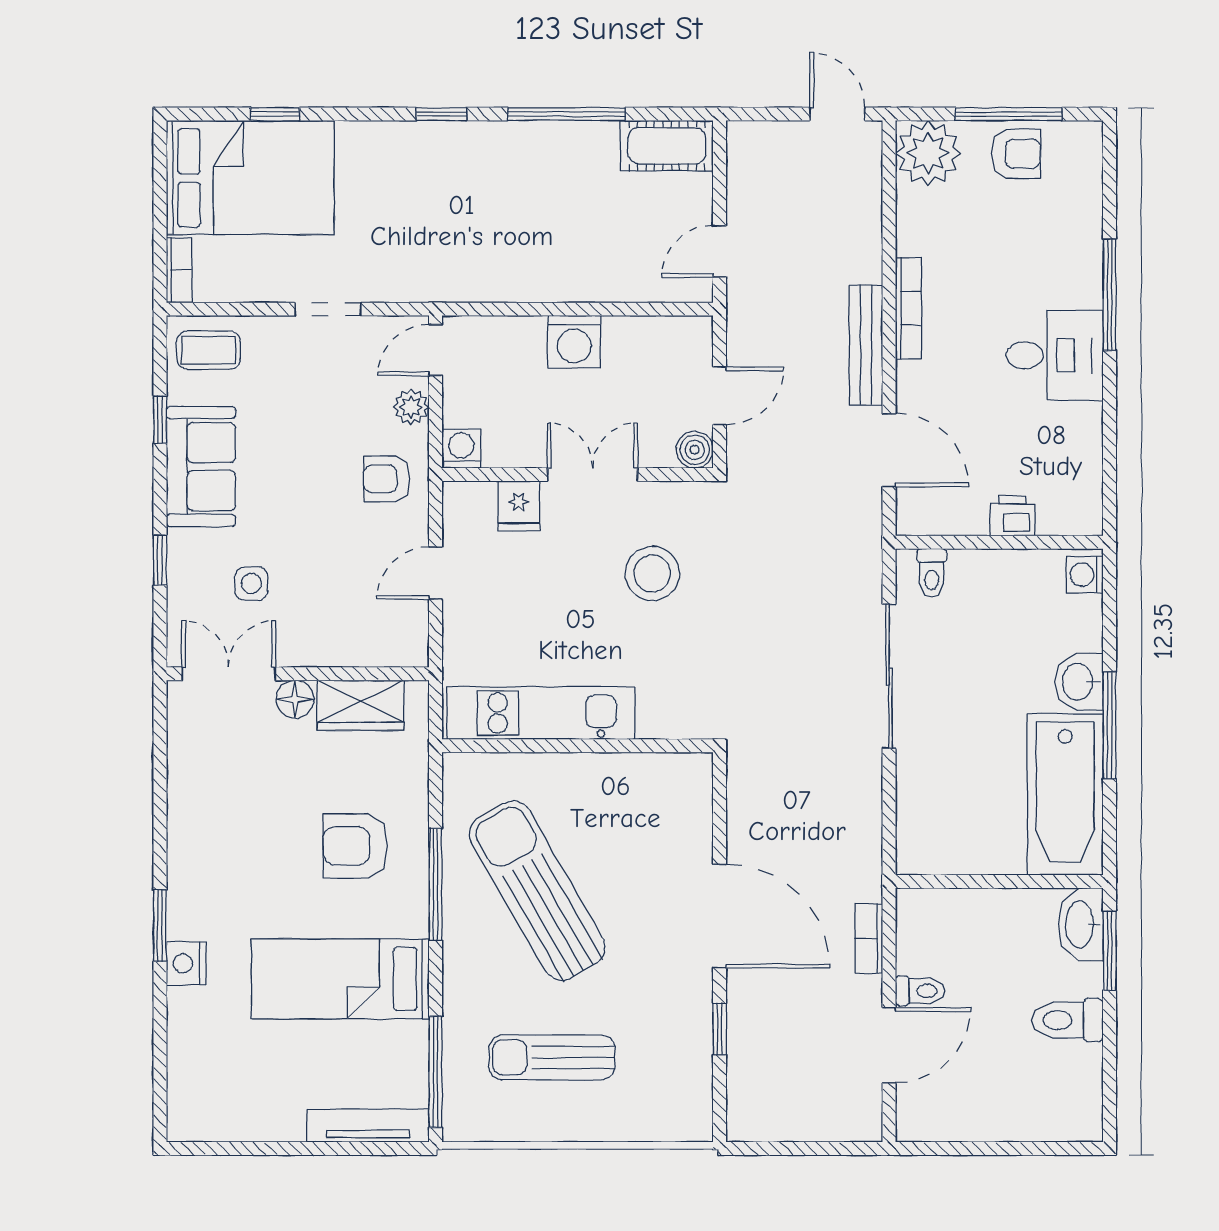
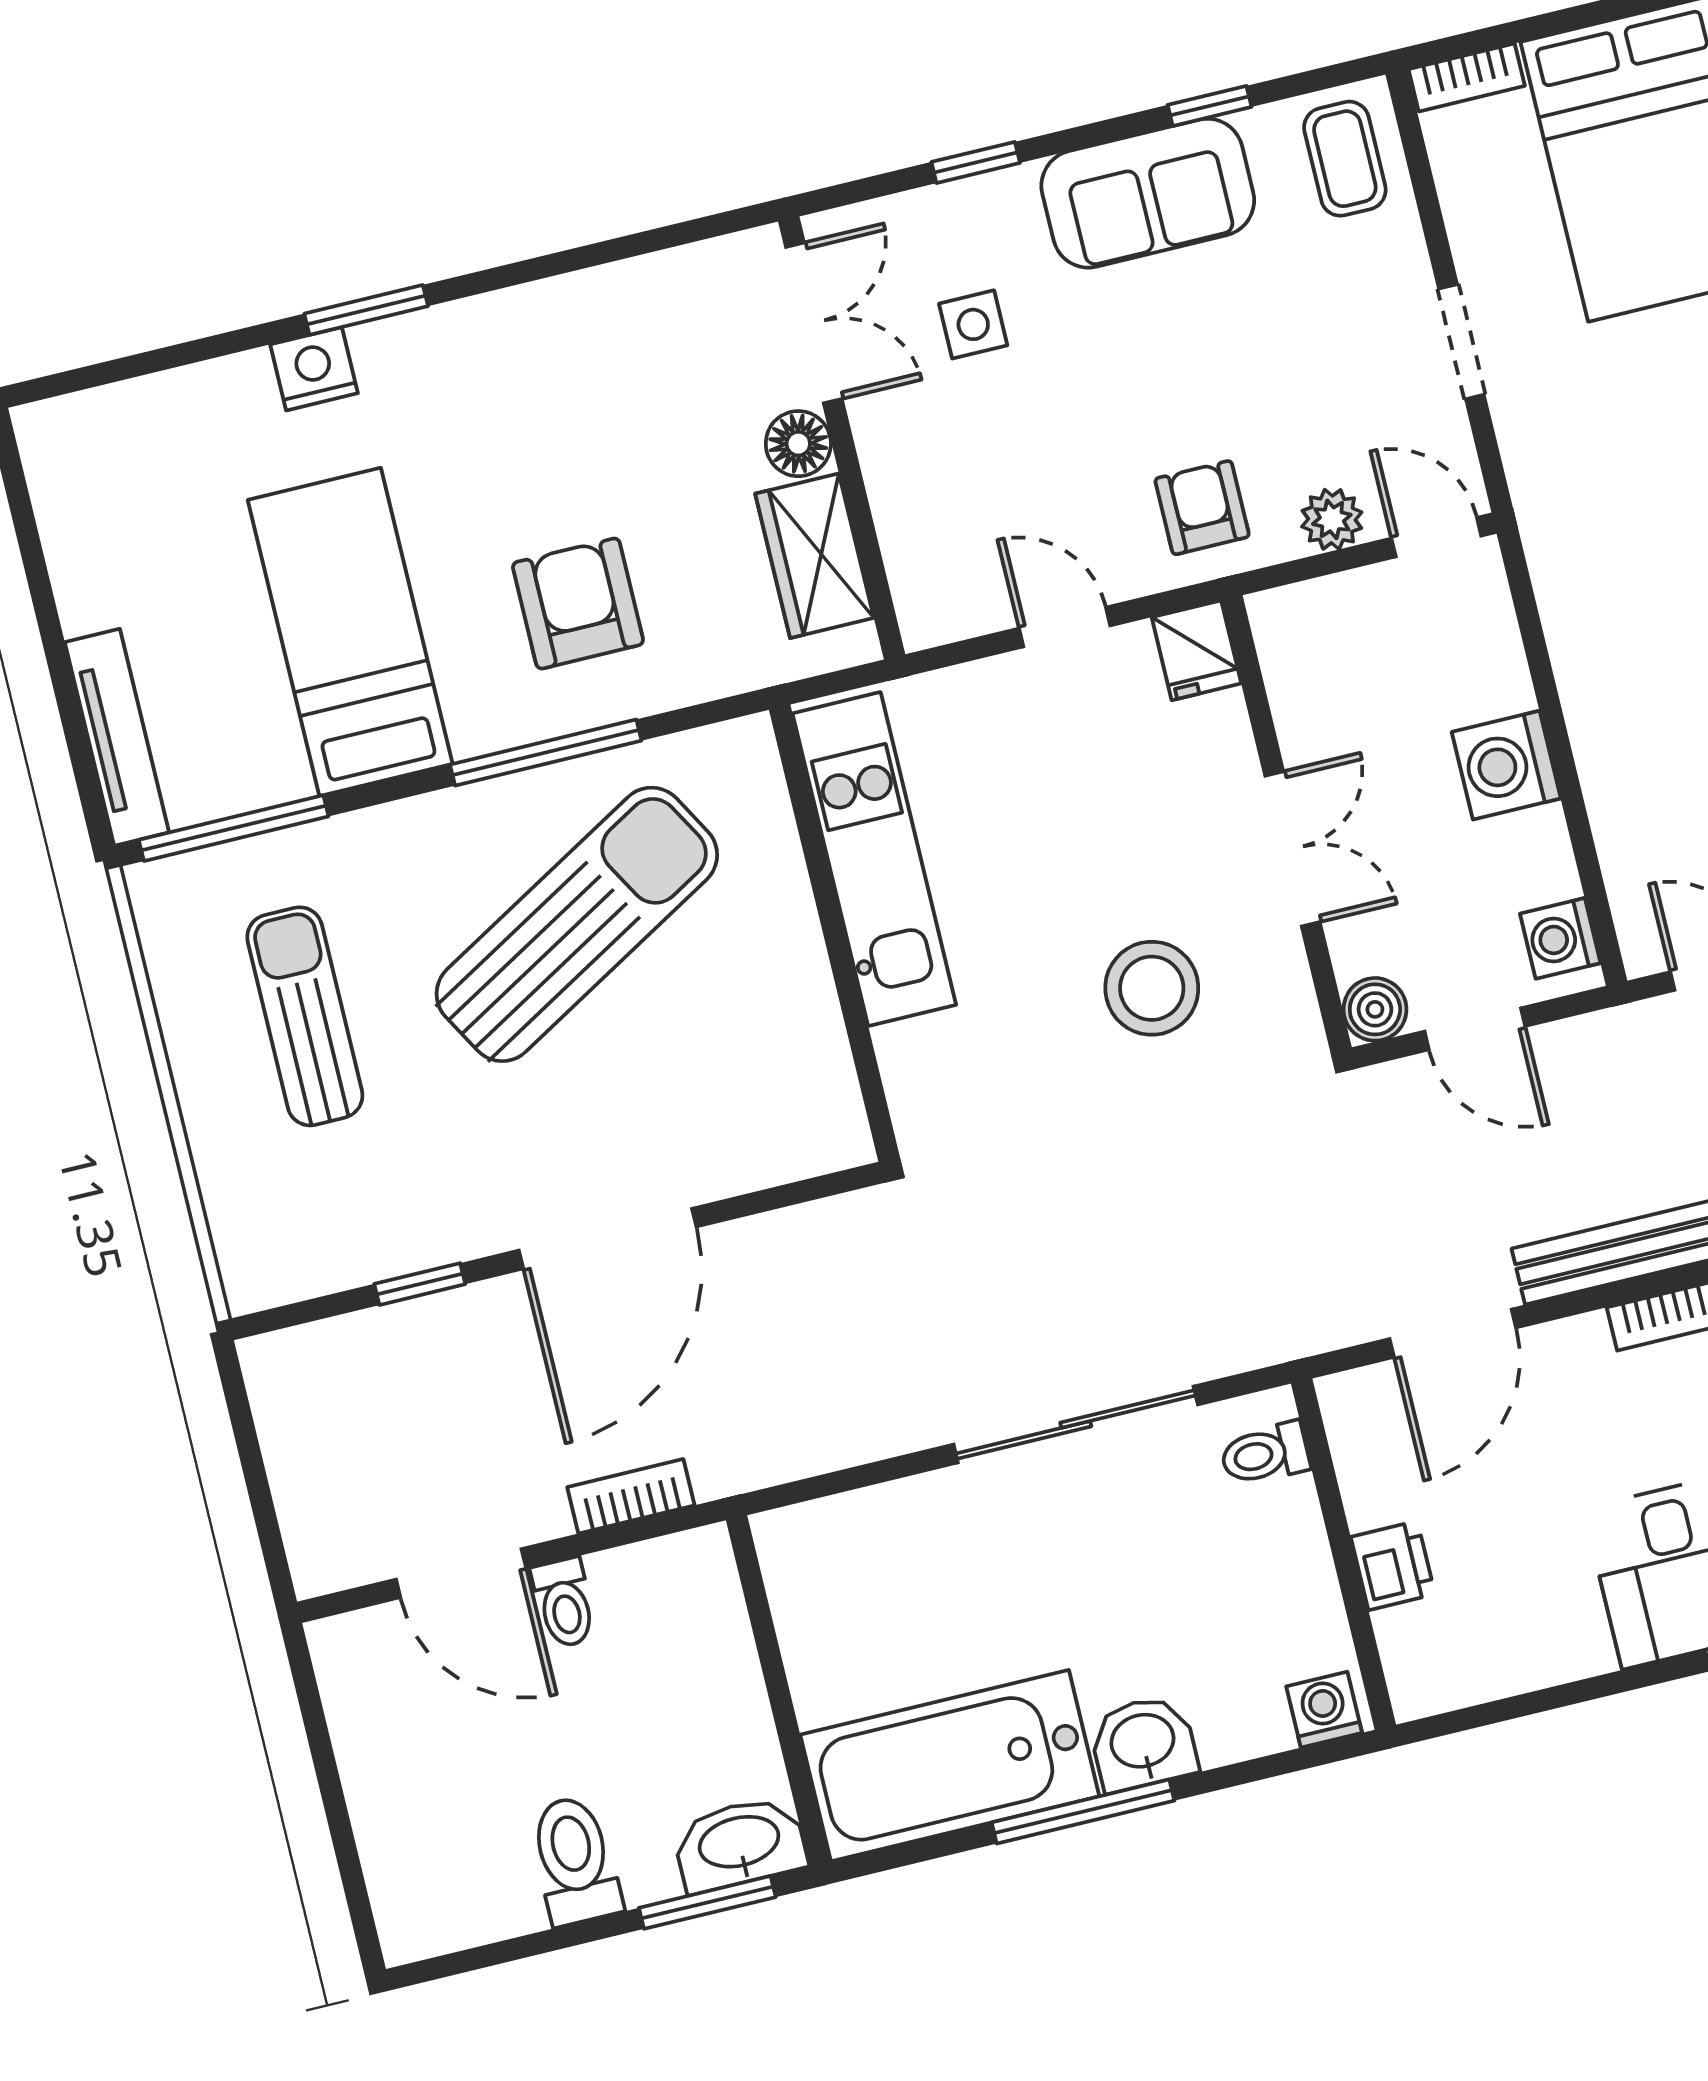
washing machine: (461, 449) -> (1560, 938), moved, turned 180
fridge: (519, 506) -> (1196, 650), moved, turned -90

